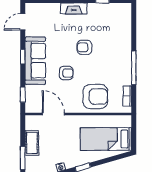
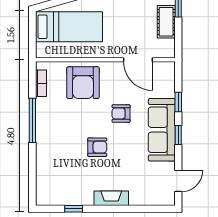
window: (23, 95) -> (178, 102), moved
armchair: (95, 97) -> (83, 83), turned -90

